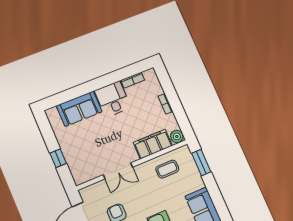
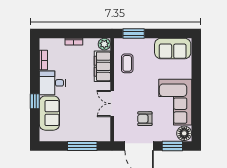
window: (85, 88) -> (35, 101), added
window: (58, 158) -> (82, 146), width x2.17
double door: (118, 171) -> (112, 104), swing flipped

